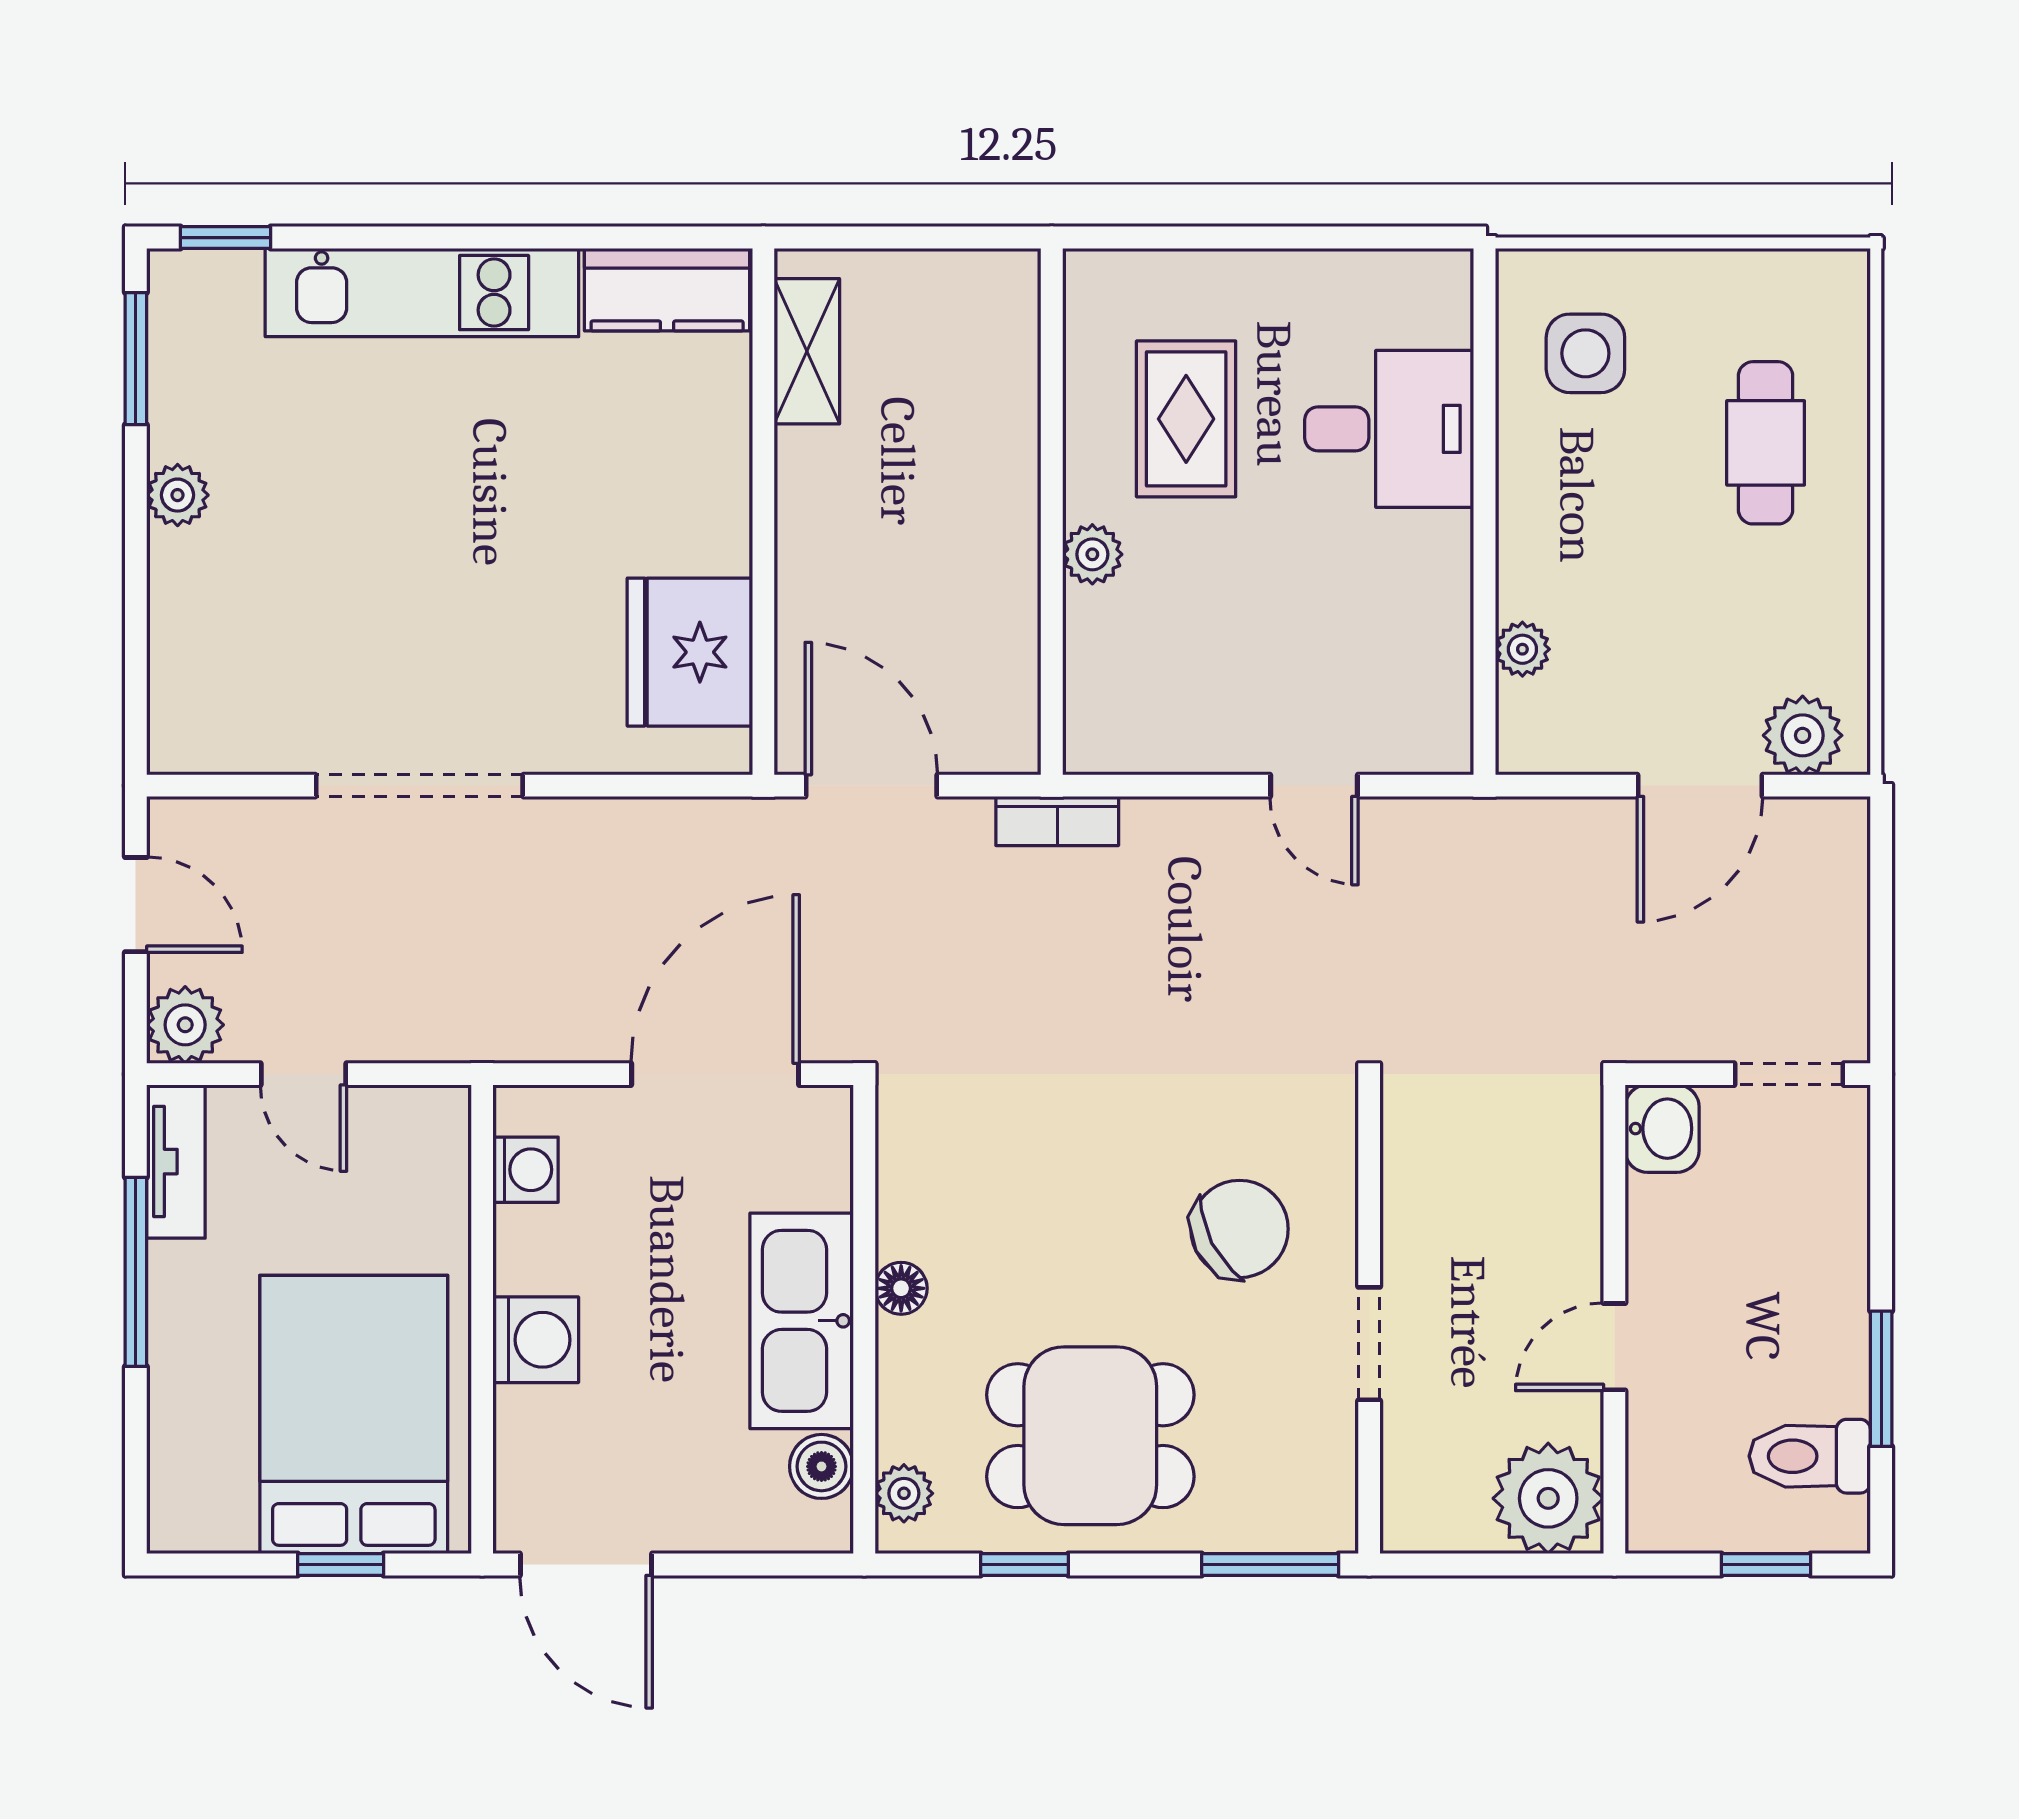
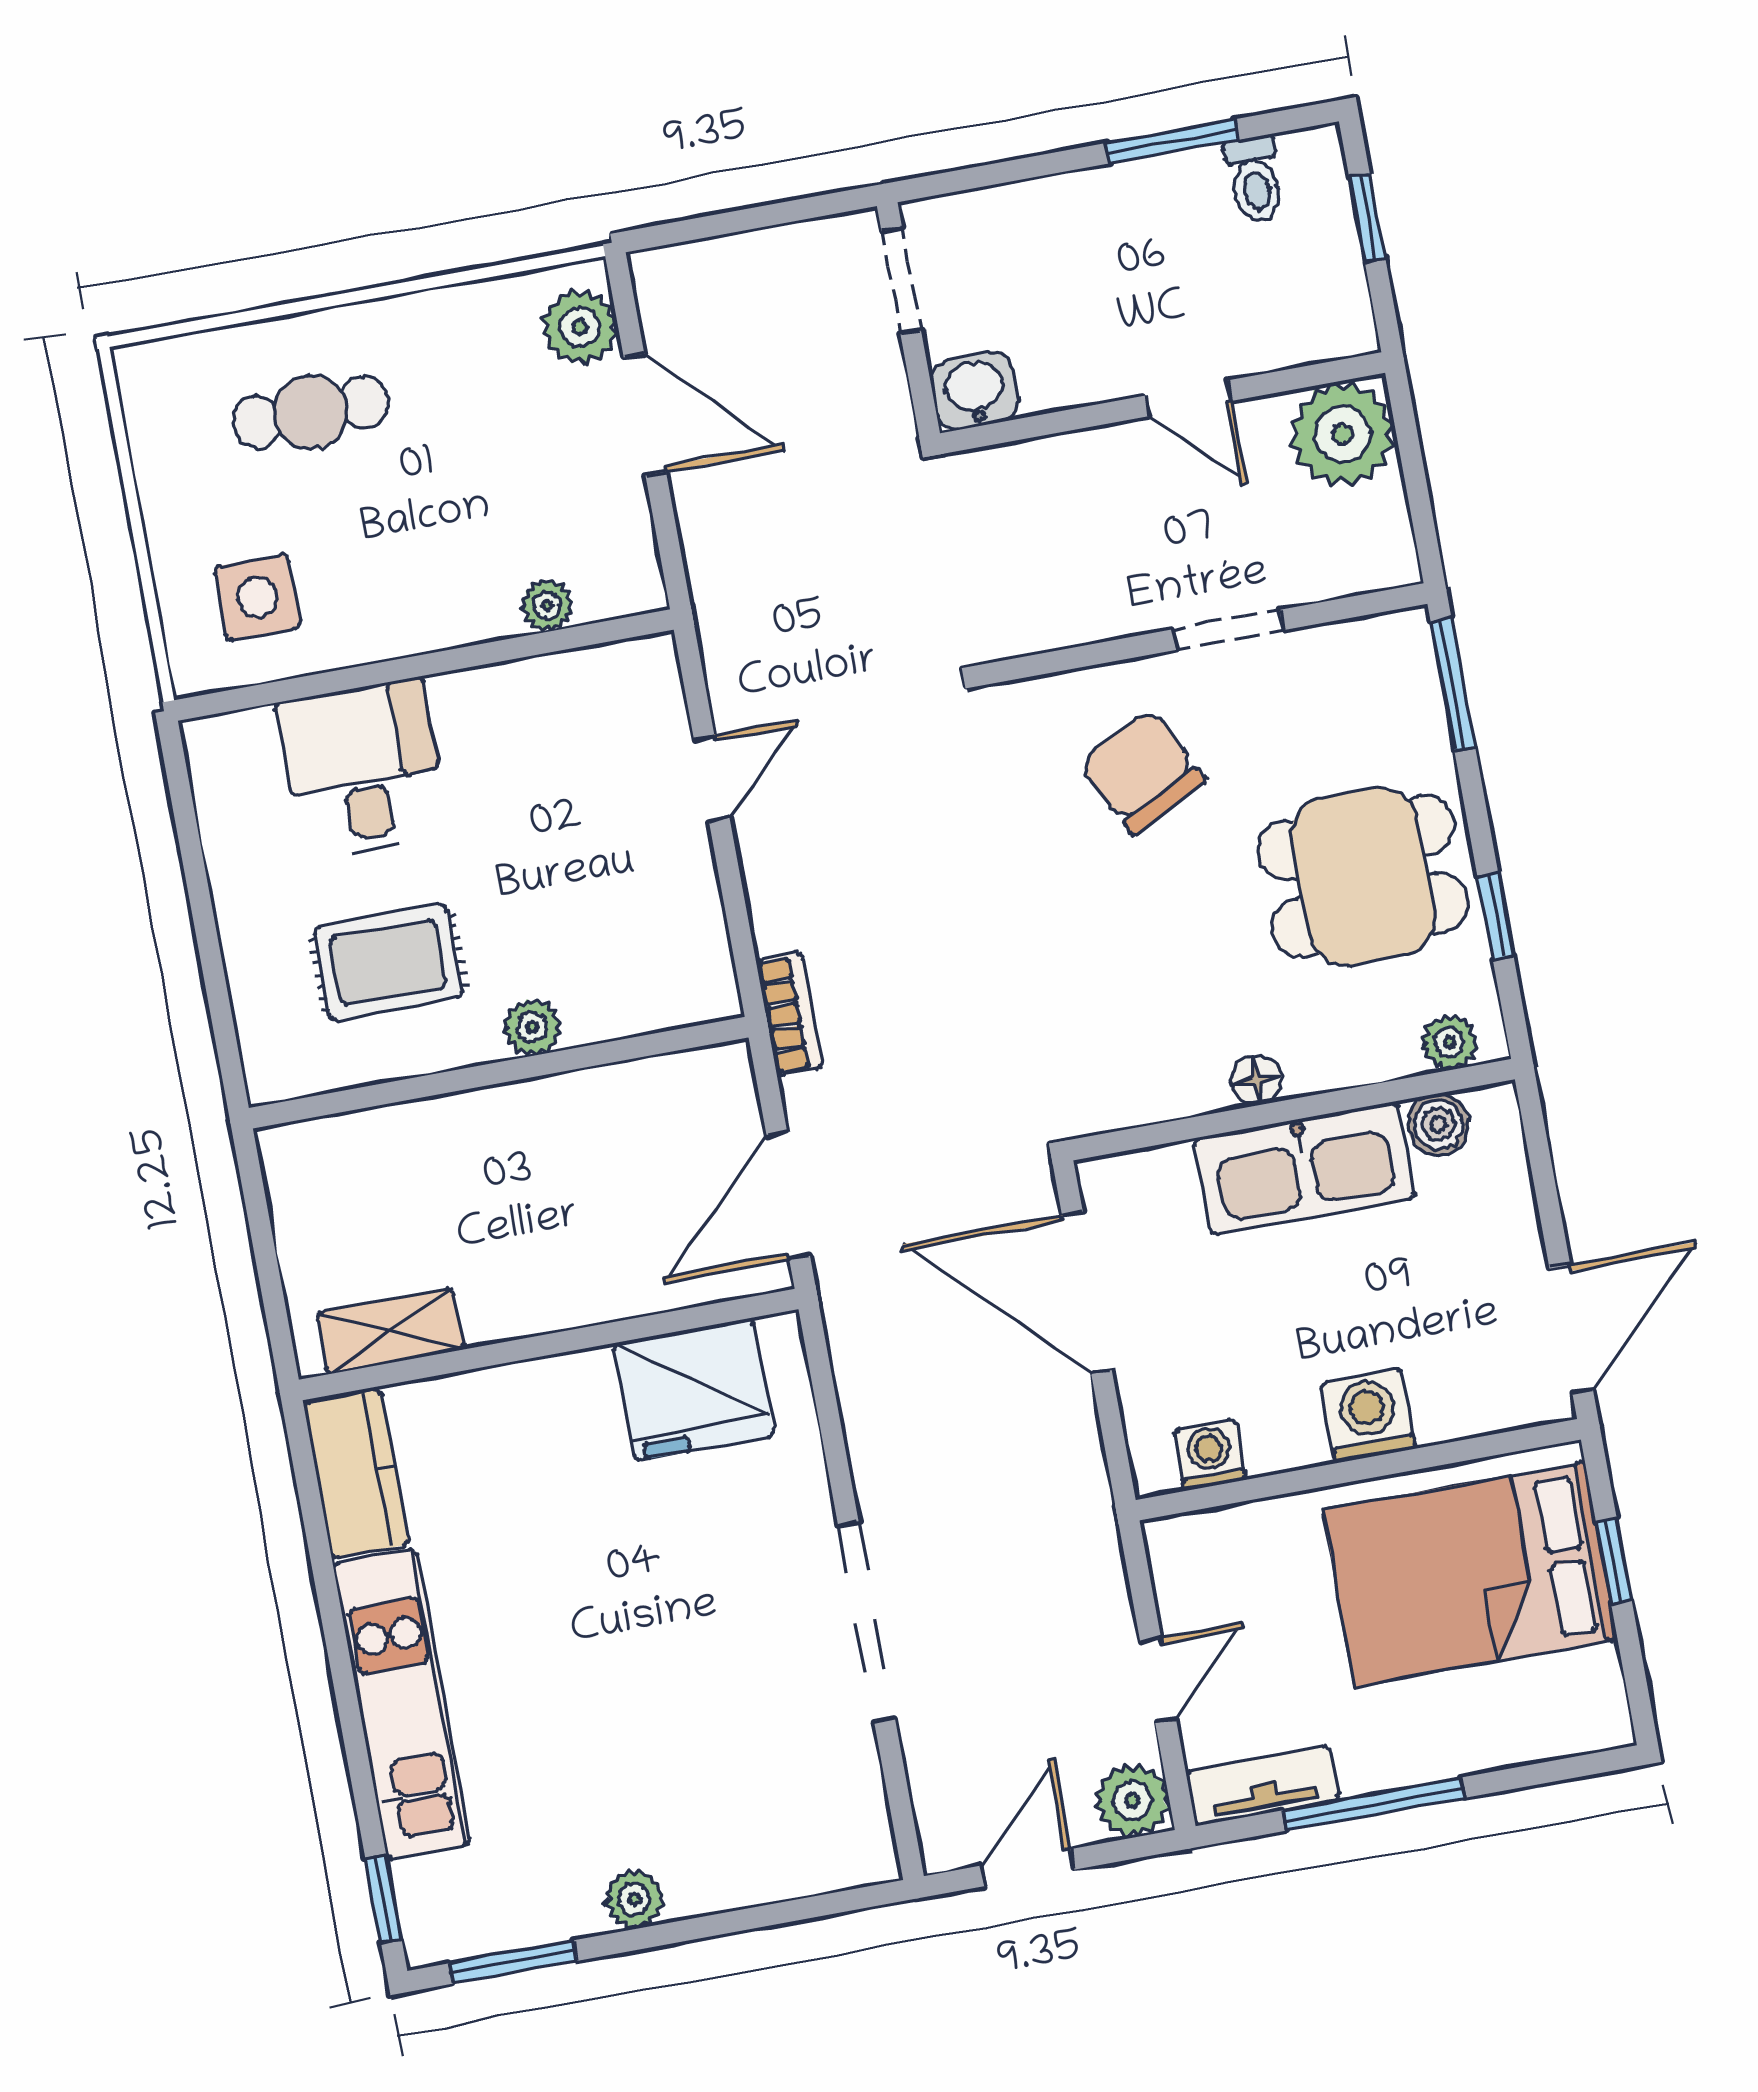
dining table: (1090, 1436) -> (1363, 877), turned 90
toilet: (1810, 1456) -> (1255, 179), width x0.73, depth x0.72

